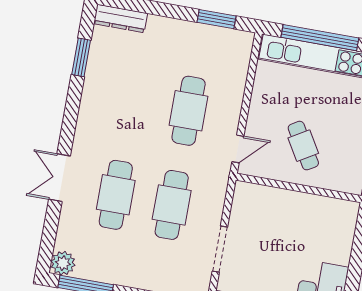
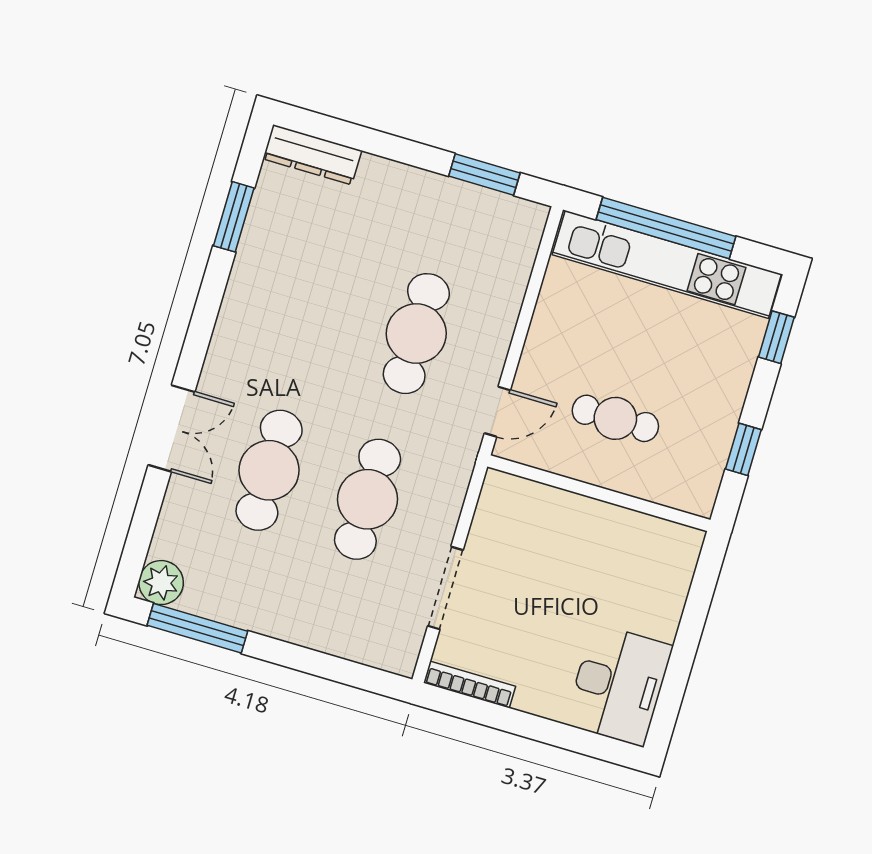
cafe table: (303, 146) -> (615, 418), turned -59
double door: (59, 178) -> (171, 428), swing flipped

